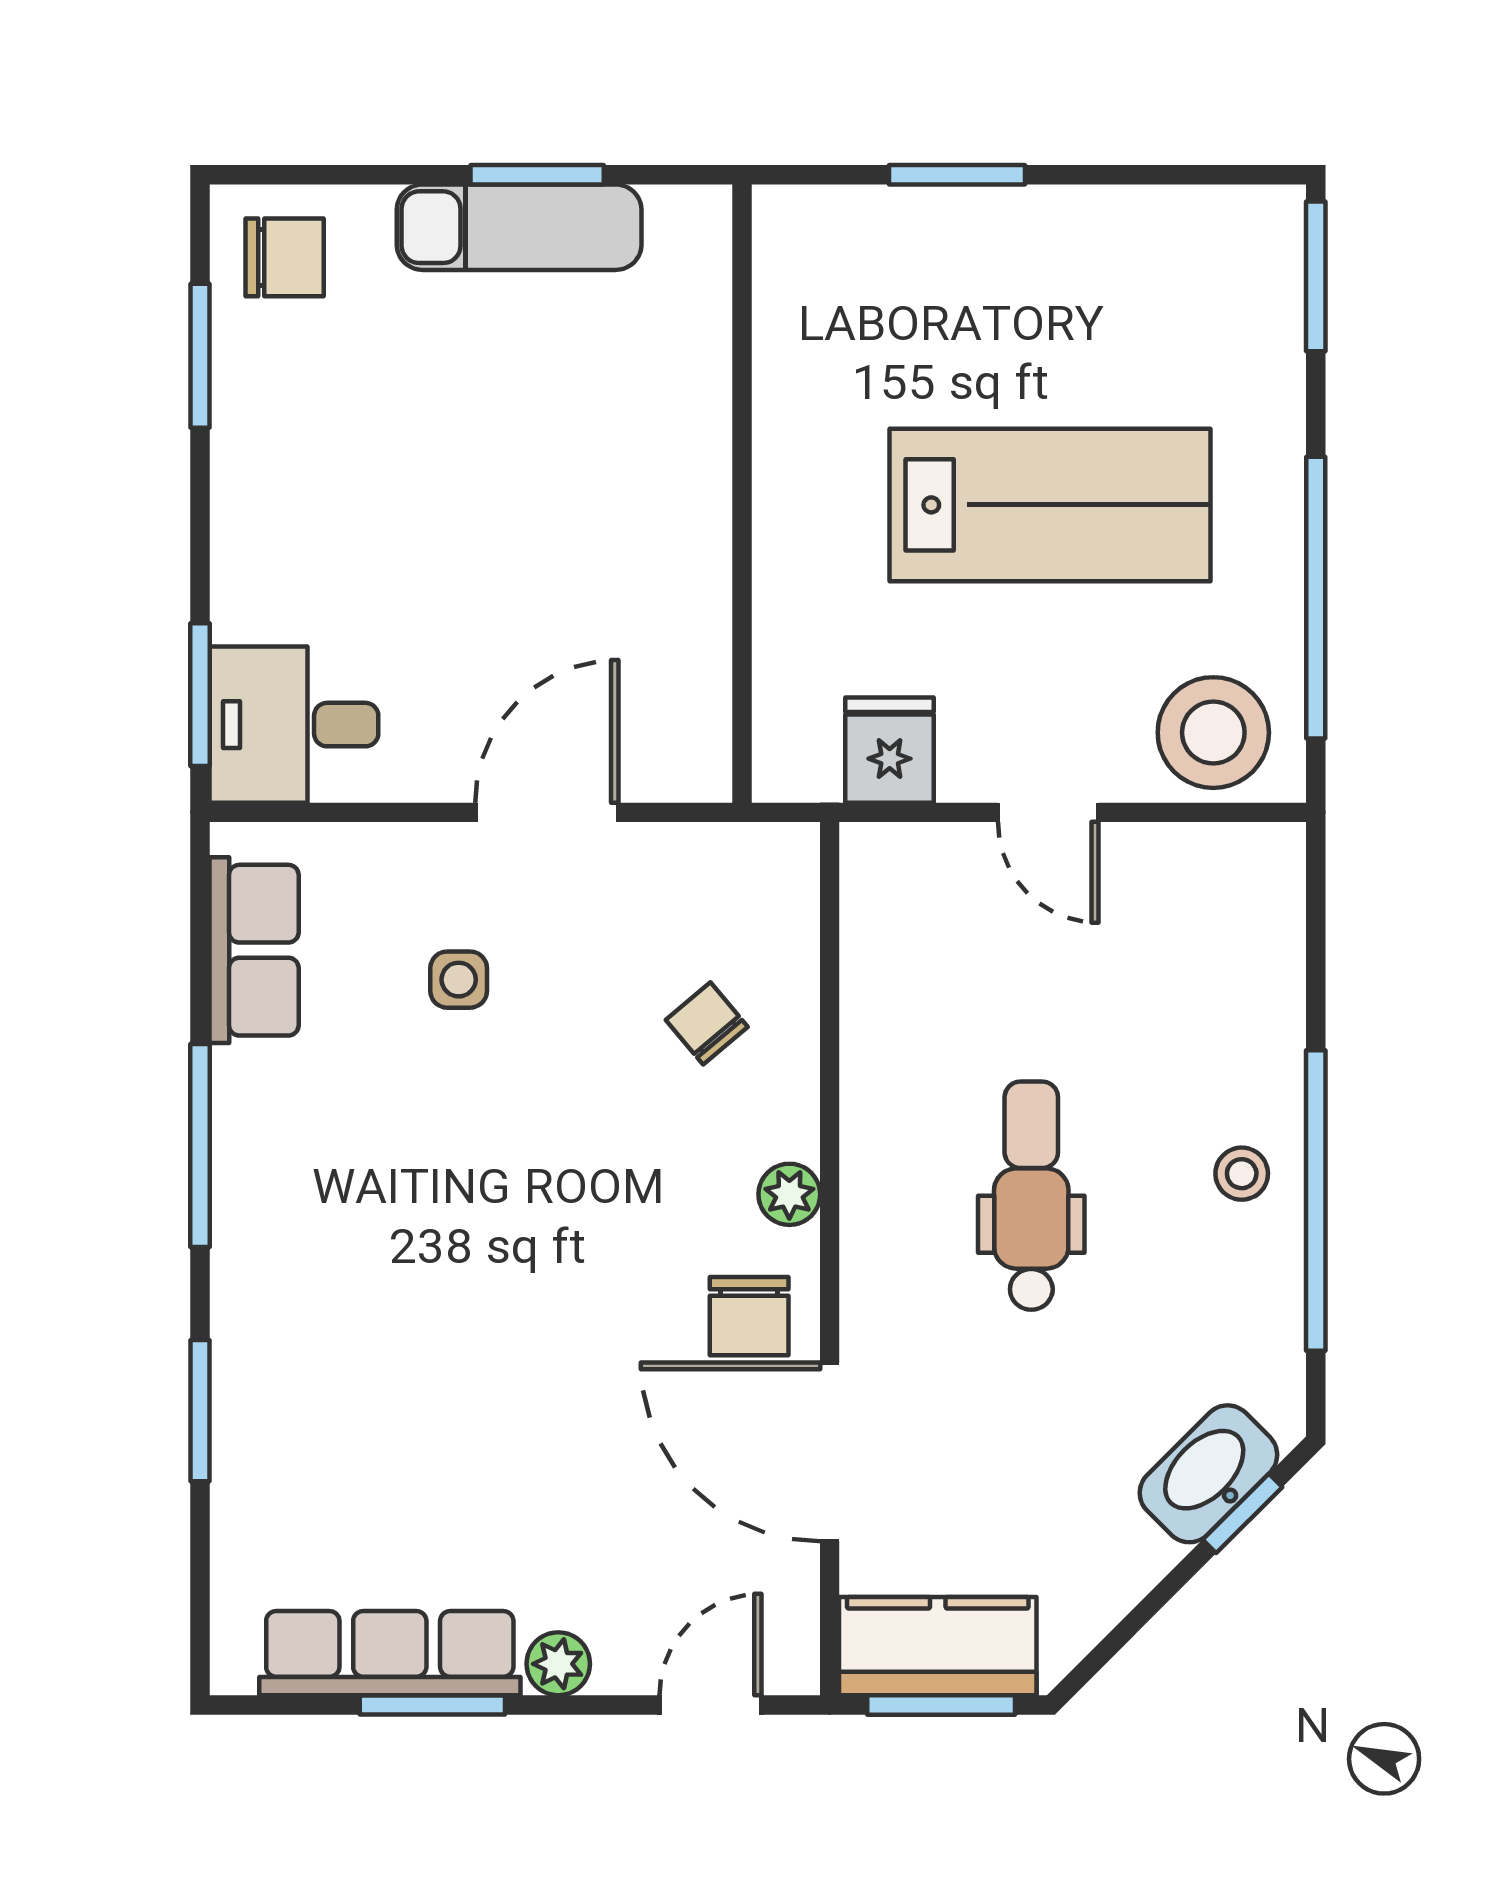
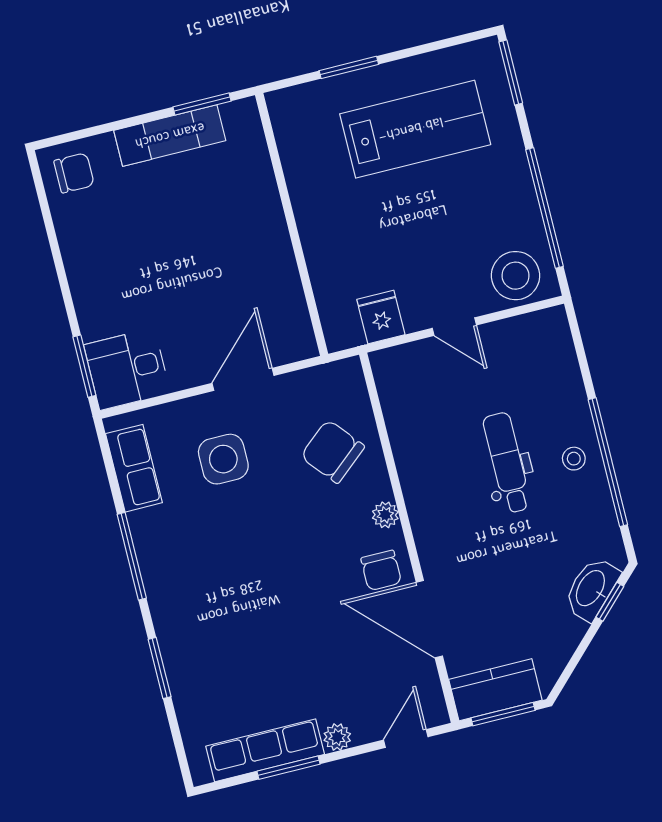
window: (537, 175) -> (202, 104), moved
window: (200, 356) -> (49, 223), removed
lab bench: (1050, 505) -> (415, 129), moved
side table: (459, 980) -> (223, 459), width x1.87, depth x1.87
chair: (707, 1023) -> (333, 451), width x1.87, depth x1.87
dental chair: (1031, 1196) -> (507, 463), moved

